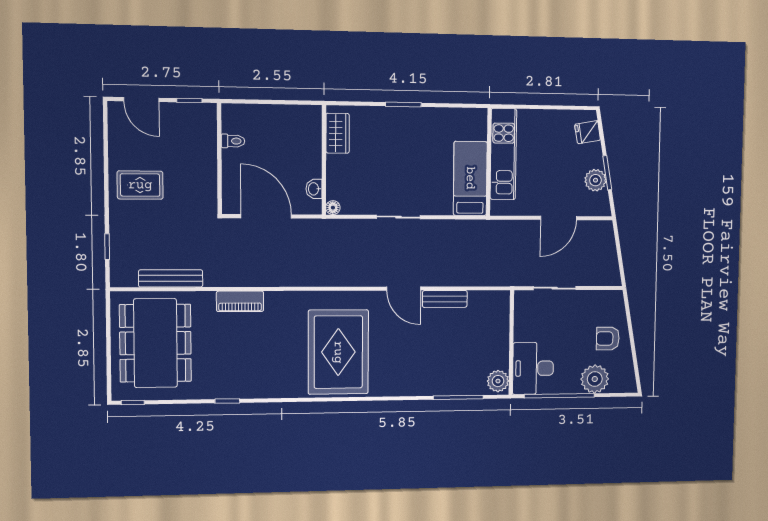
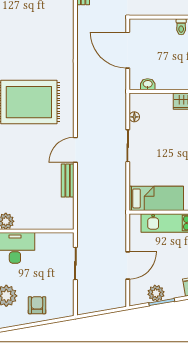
floor lamp: (333, 208) -> (134, 117), moved
door: (266, 216) -> (128, 50), swing flipped
door: (558, 218) -> (128, 265), swing flipped
piano: (240, 301) -> (66, 31), removed

